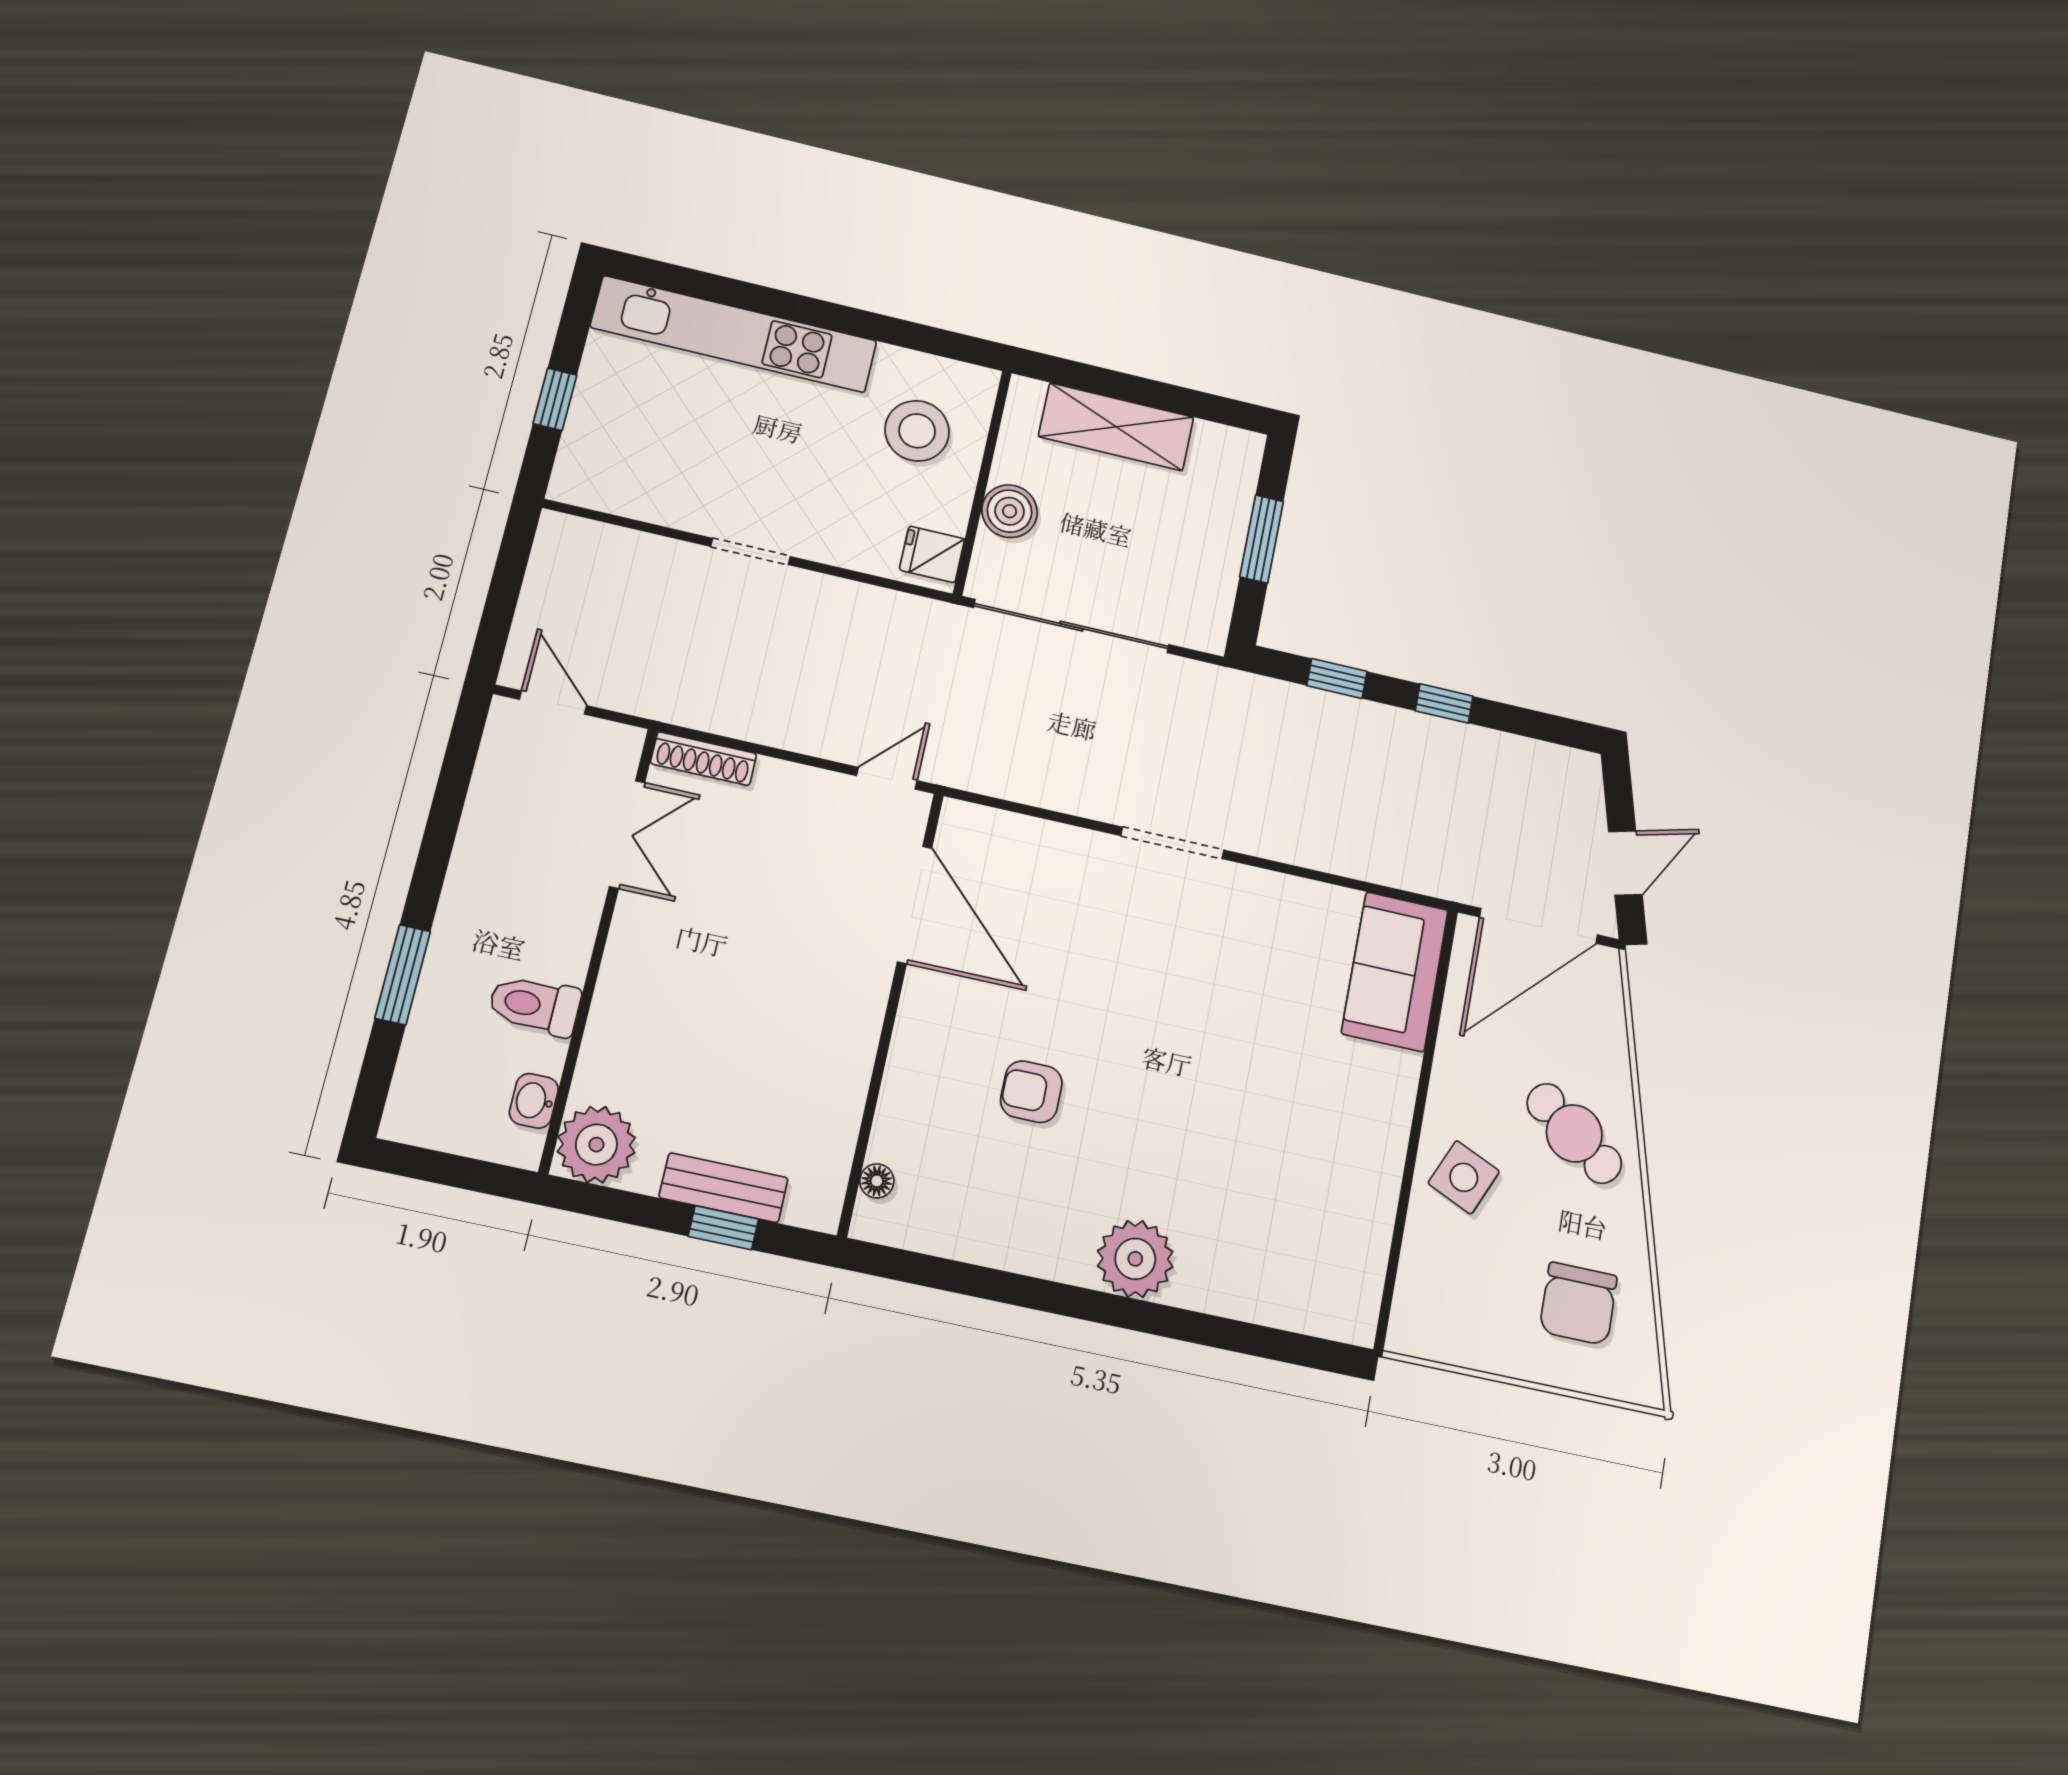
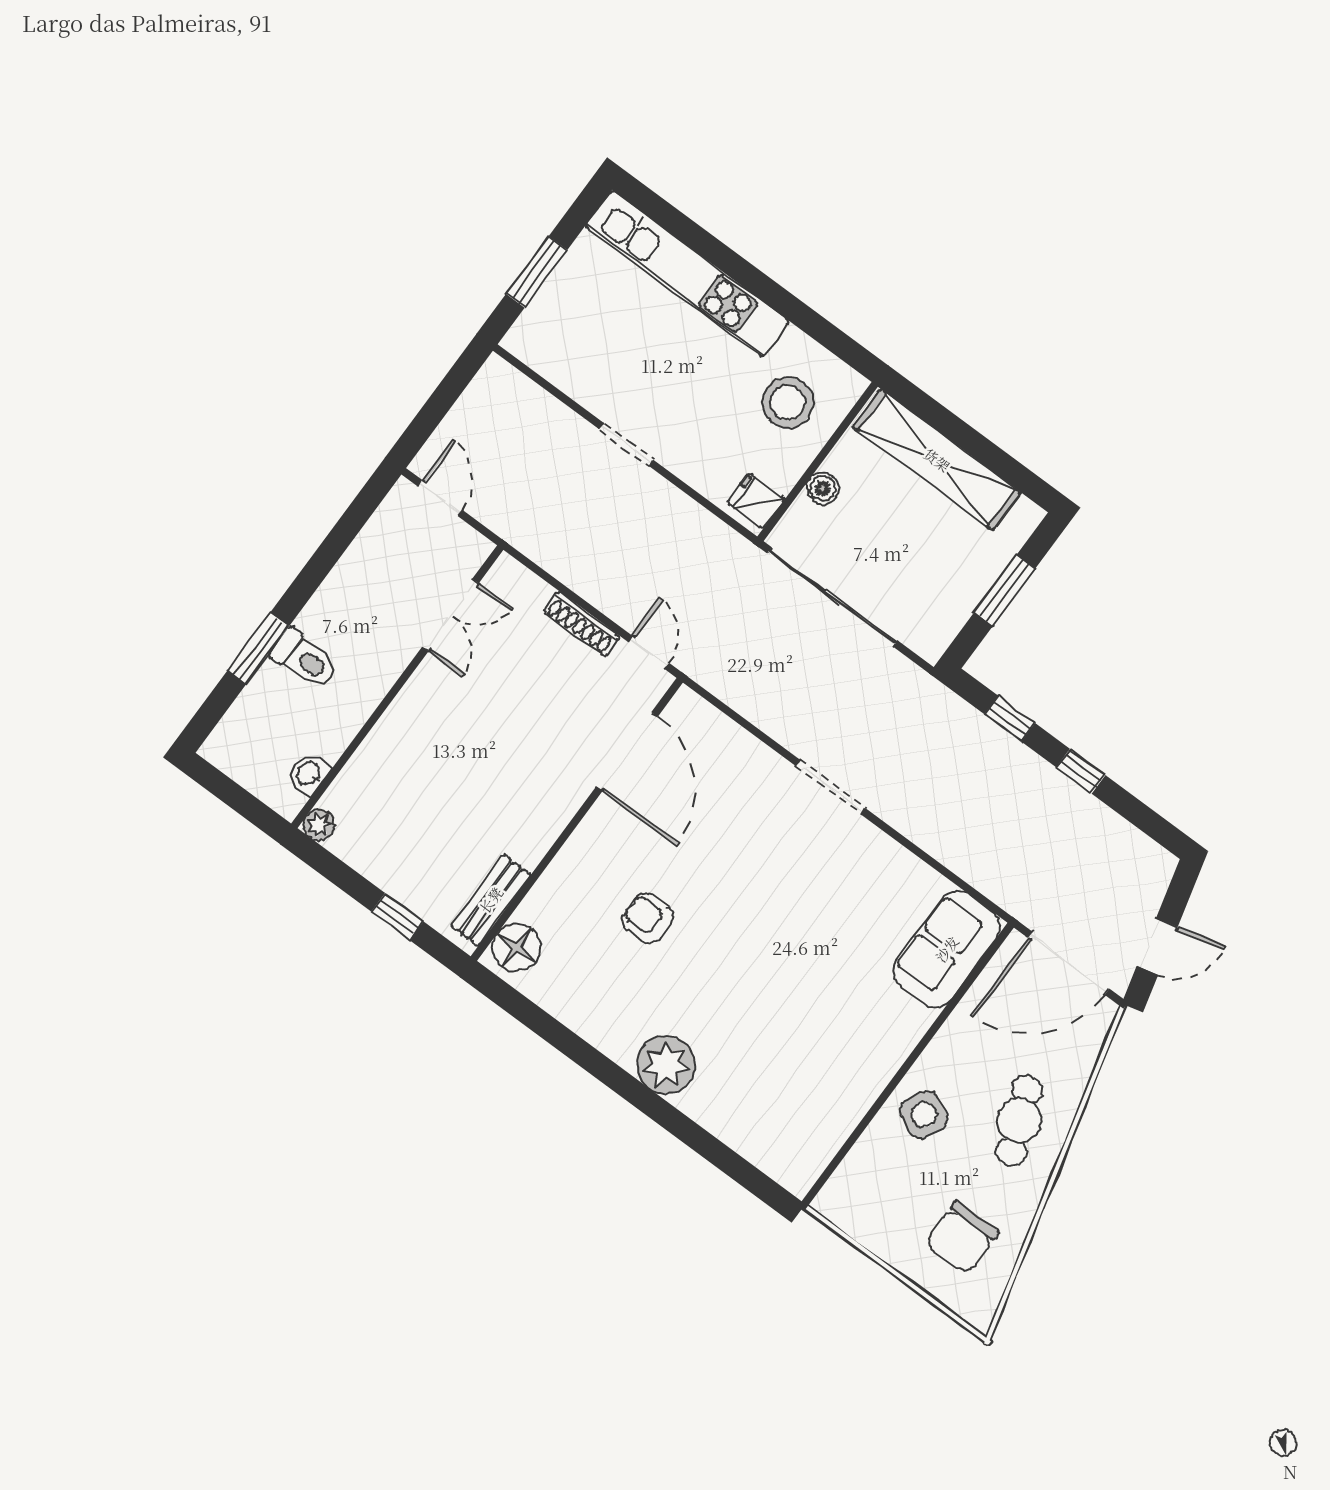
window: (555, 399) -> (537, 272), width x1.50
shelving: (1116, 427) -> (937, 460), width x1.47
boiler: (1010, 511) -> (823, 488), width x0.73, depth x0.73
shoe rack: (704, 759) -> (581, 624), moved
door: (887, 778) -> (649, 652), hinge flipped
toilet: (535, 1005) -> (304, 659), moved, turned 180
cafe table: (1574, 1133) -> (1019, 1121), turned 32
plant: (596, 1145) -> (319, 825), width x0.53, depth x0.53
floor lamp: (877, 1181) -> (517, 947), width x1.89, depth x1.89
bench: (724, 1188) -> (491, 900), moved, turned 90

